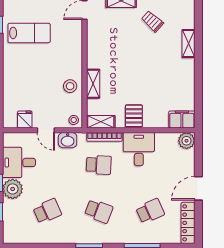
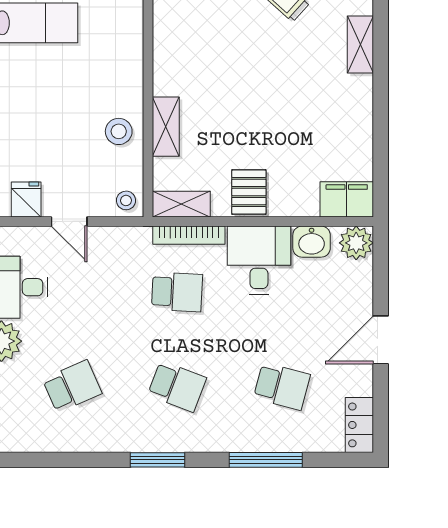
washbasin: (68, 140) -> (312, 242), moved
school desk: (150, 211) -> (282, 386), turned 39
locker: (188, 223) -> (359, 425), width x0.66

